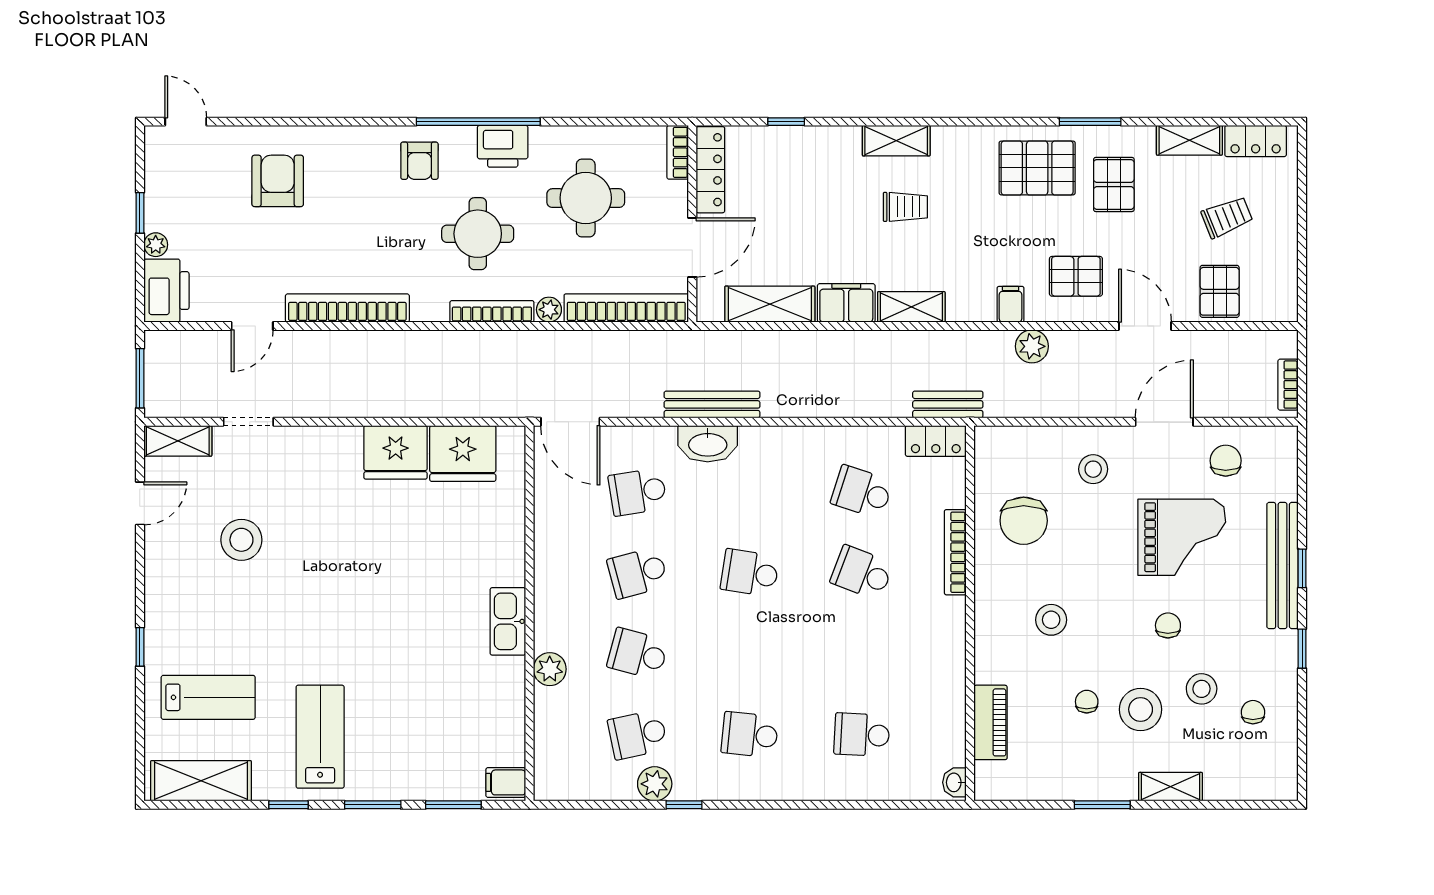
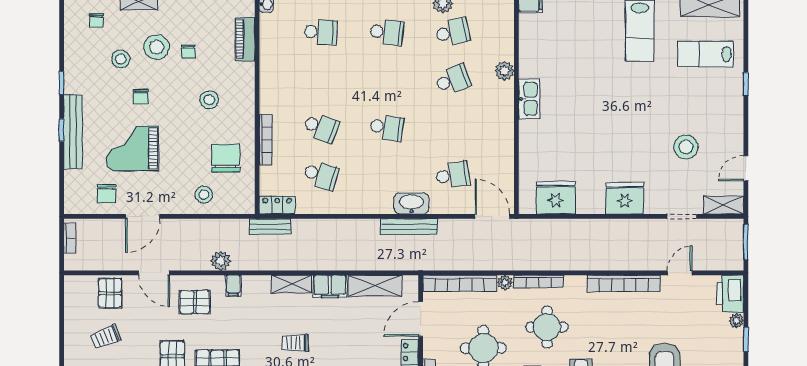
fridge: (396, 452) -> (625, 198), moved
stool: (1093, 469) -> (204, 195), moved
school desk: (638, 573) -> (453, 127), removed
school desk: (638, 654) -> (453, 80), turned -36
chair: (1253, 712) -> (97, 20), moved

